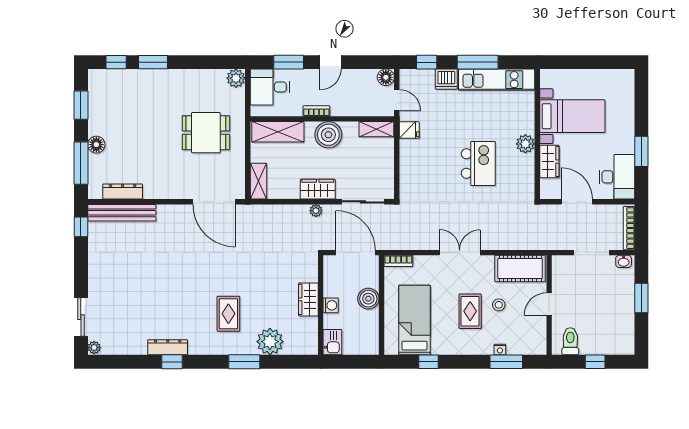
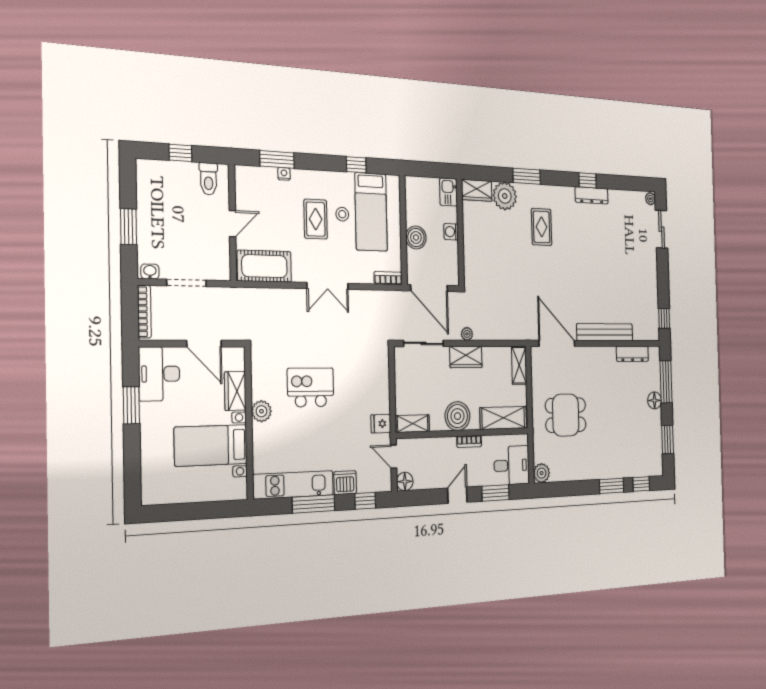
kitchen island: (478, 163) -> (311, 387), turned 90
bench: (122, 213) -> (605, 332), moved
wardrobe: (308, 299) -> (477, 190), moved, turned 90
stool: (499, 305) -> (342, 214), moved

